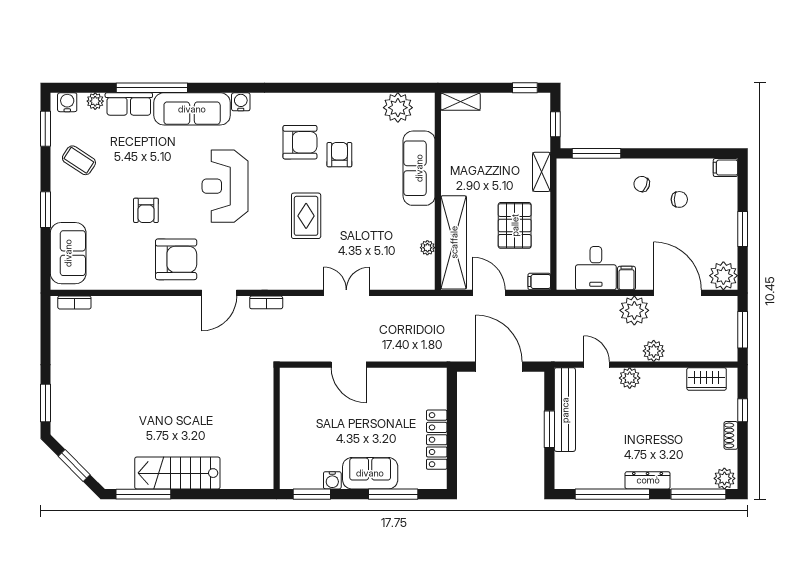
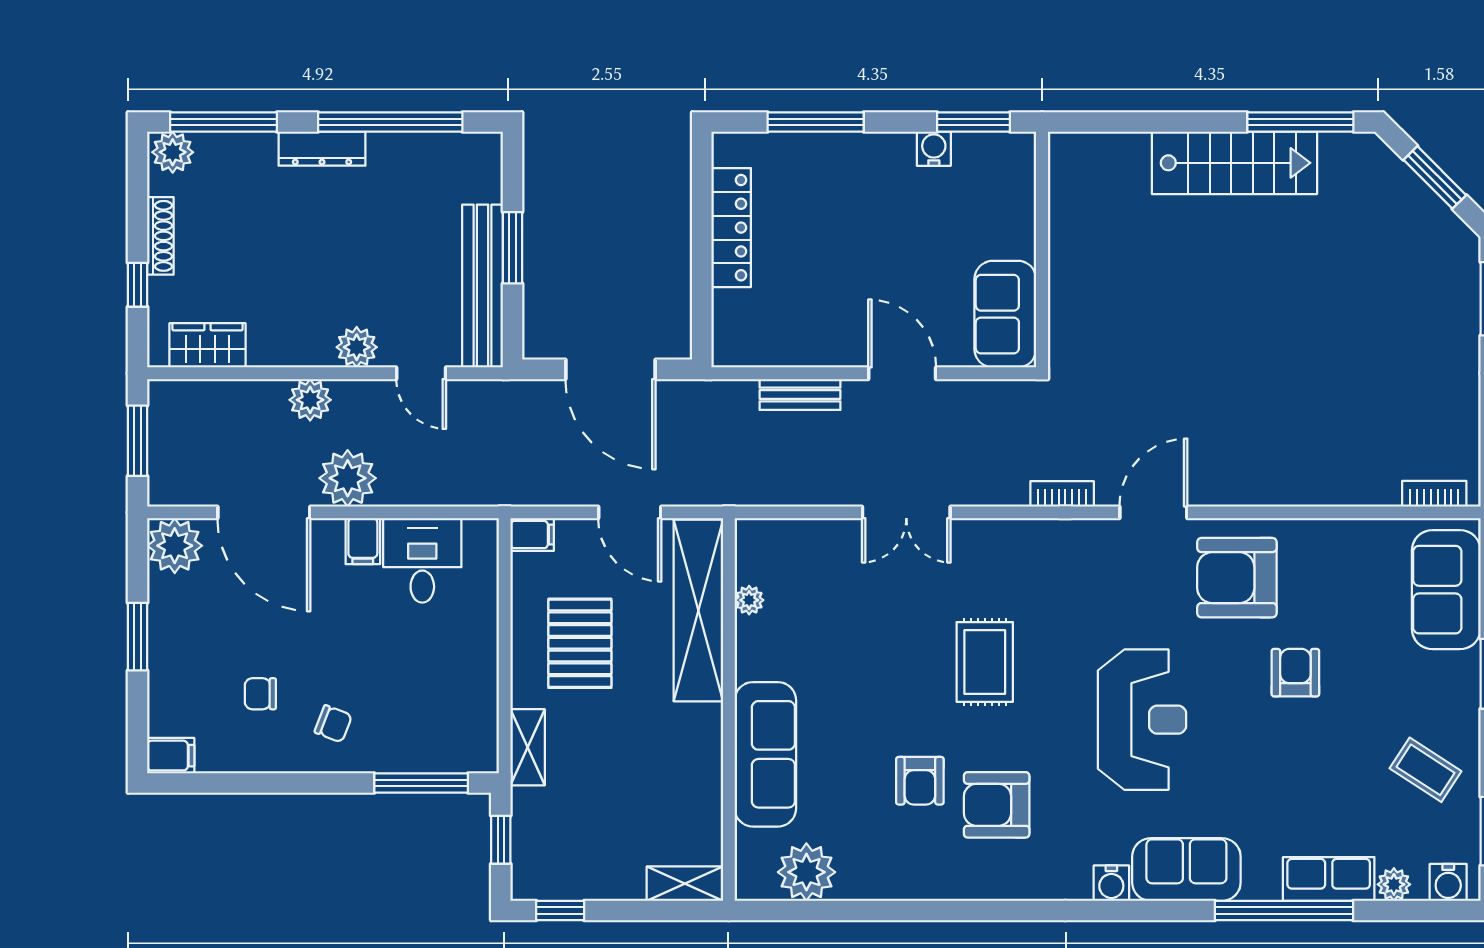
sofa: (192, 109) -> (1186, 869), width x0.73
bench: (401, 354) -> (800, 394), added
shoe rack: (731, 435) -> (160, 236), width x1.43
sofa: (370, 473) -> (1005, 314), moved, turned 90

